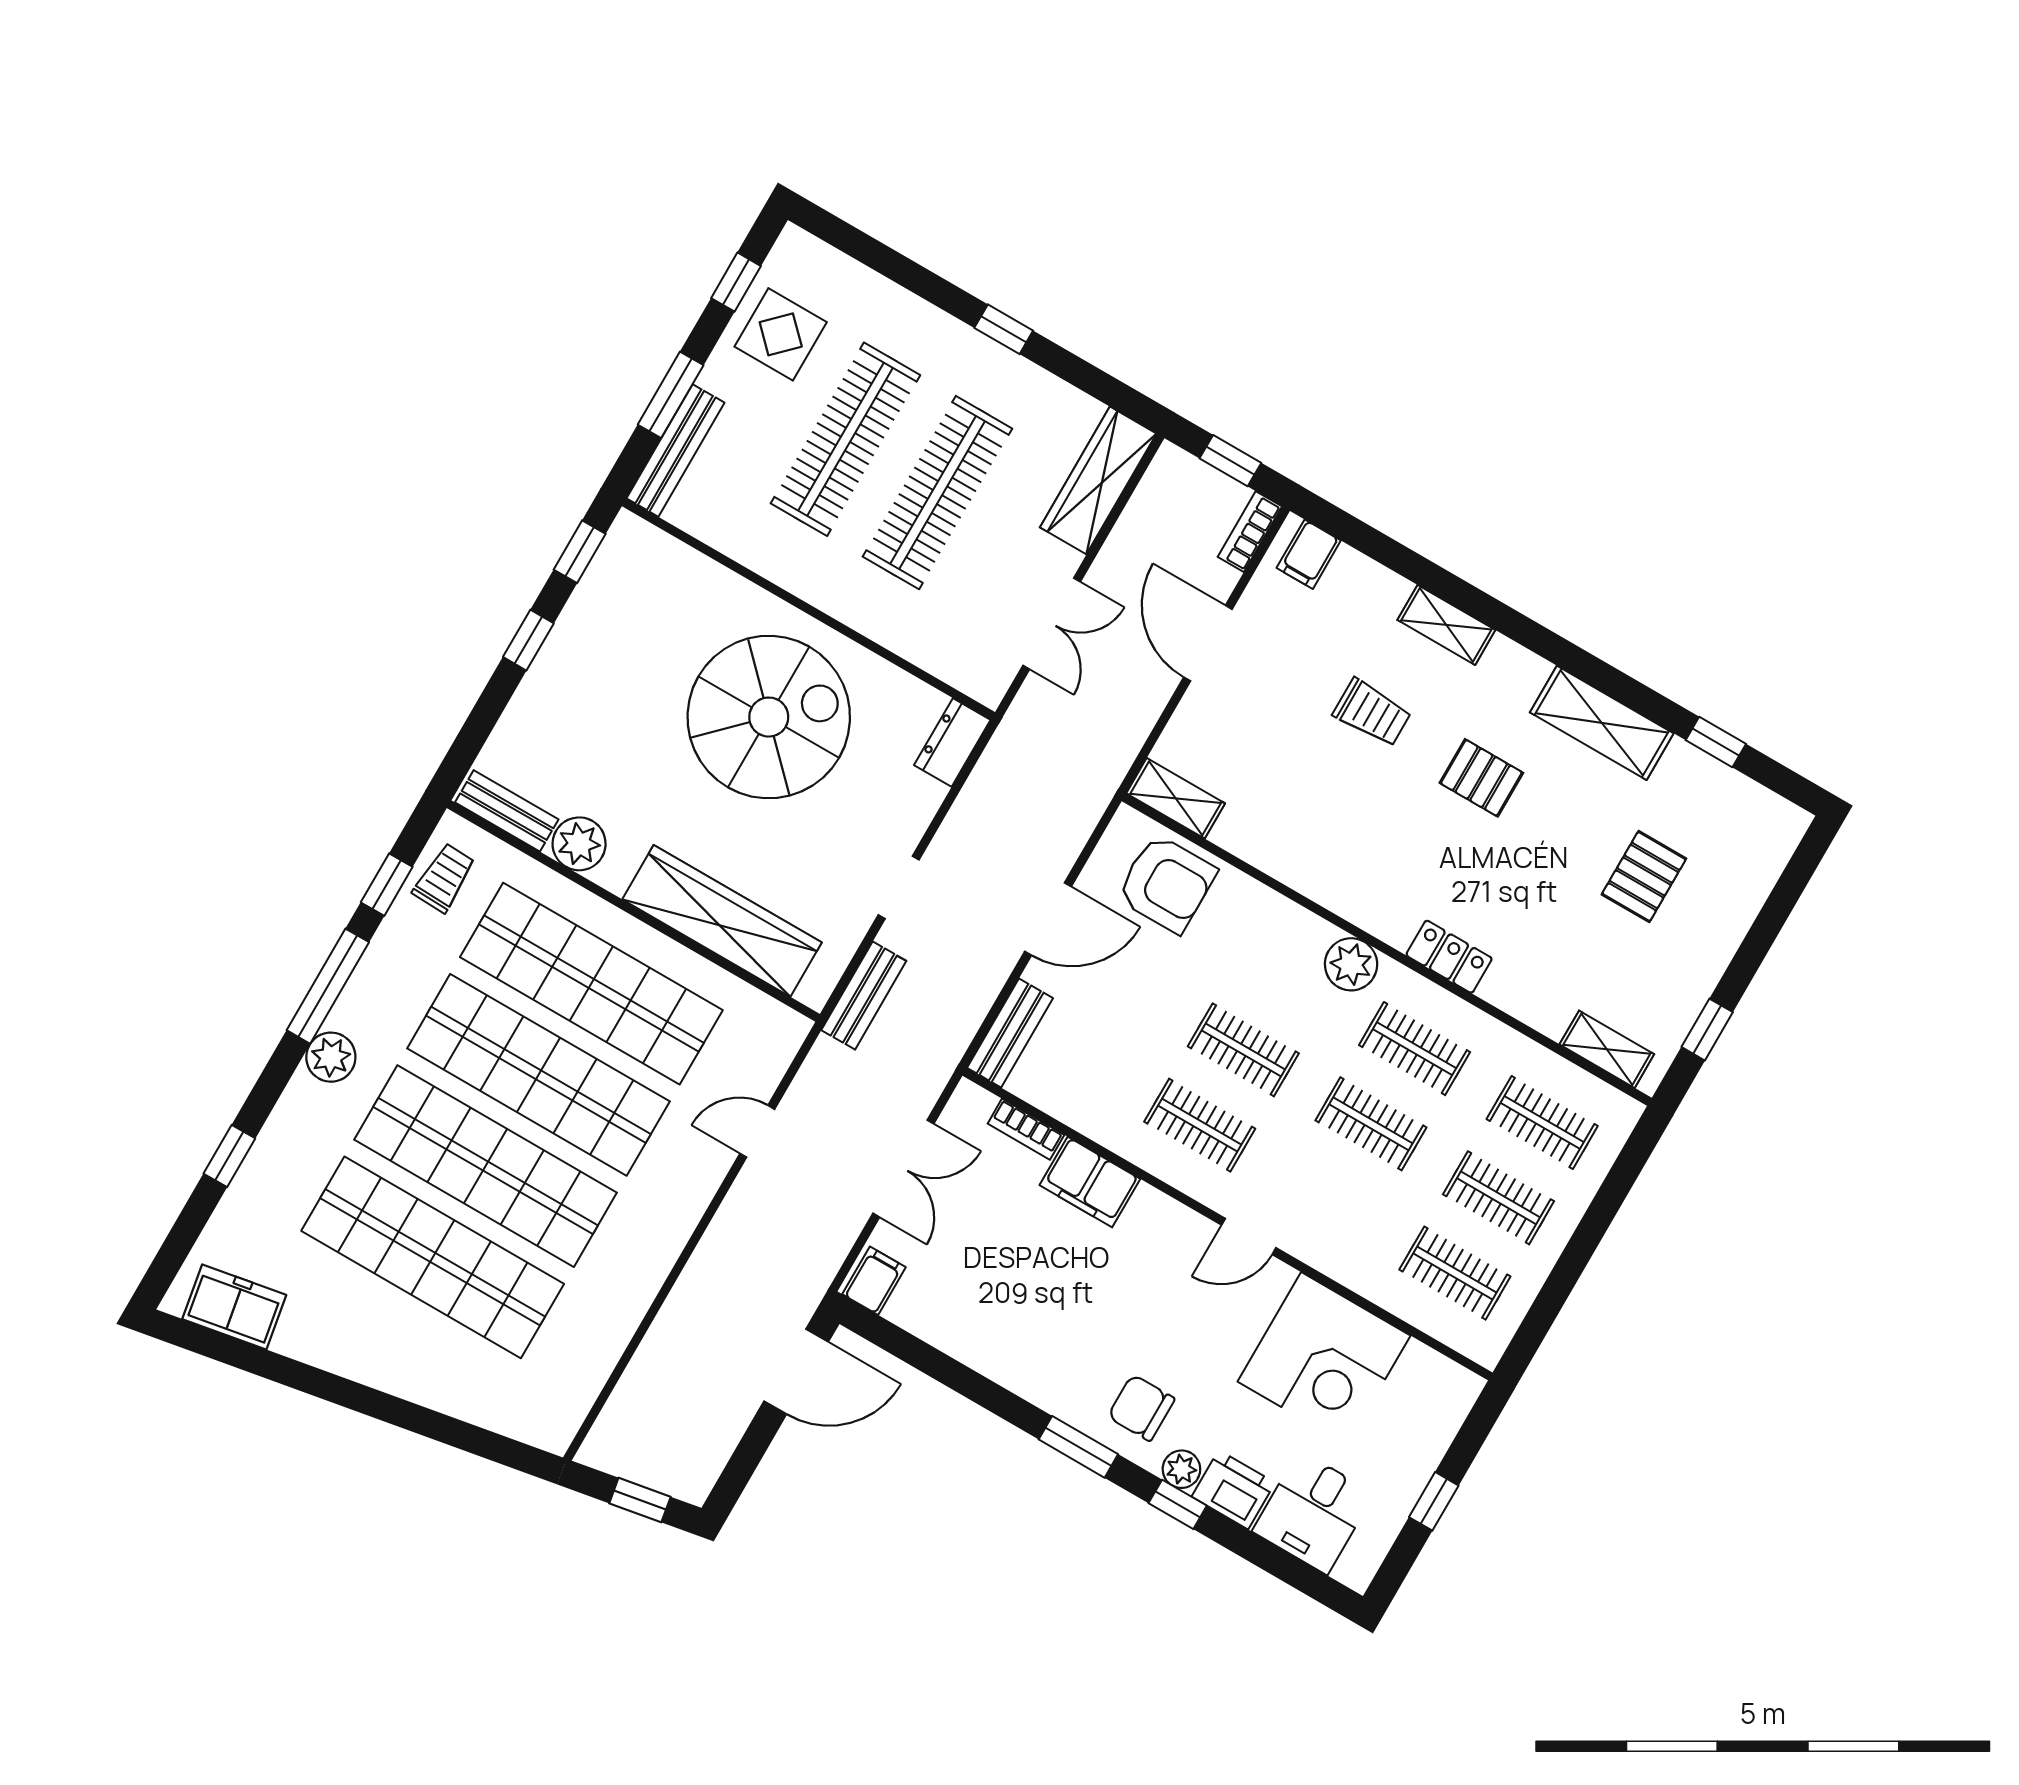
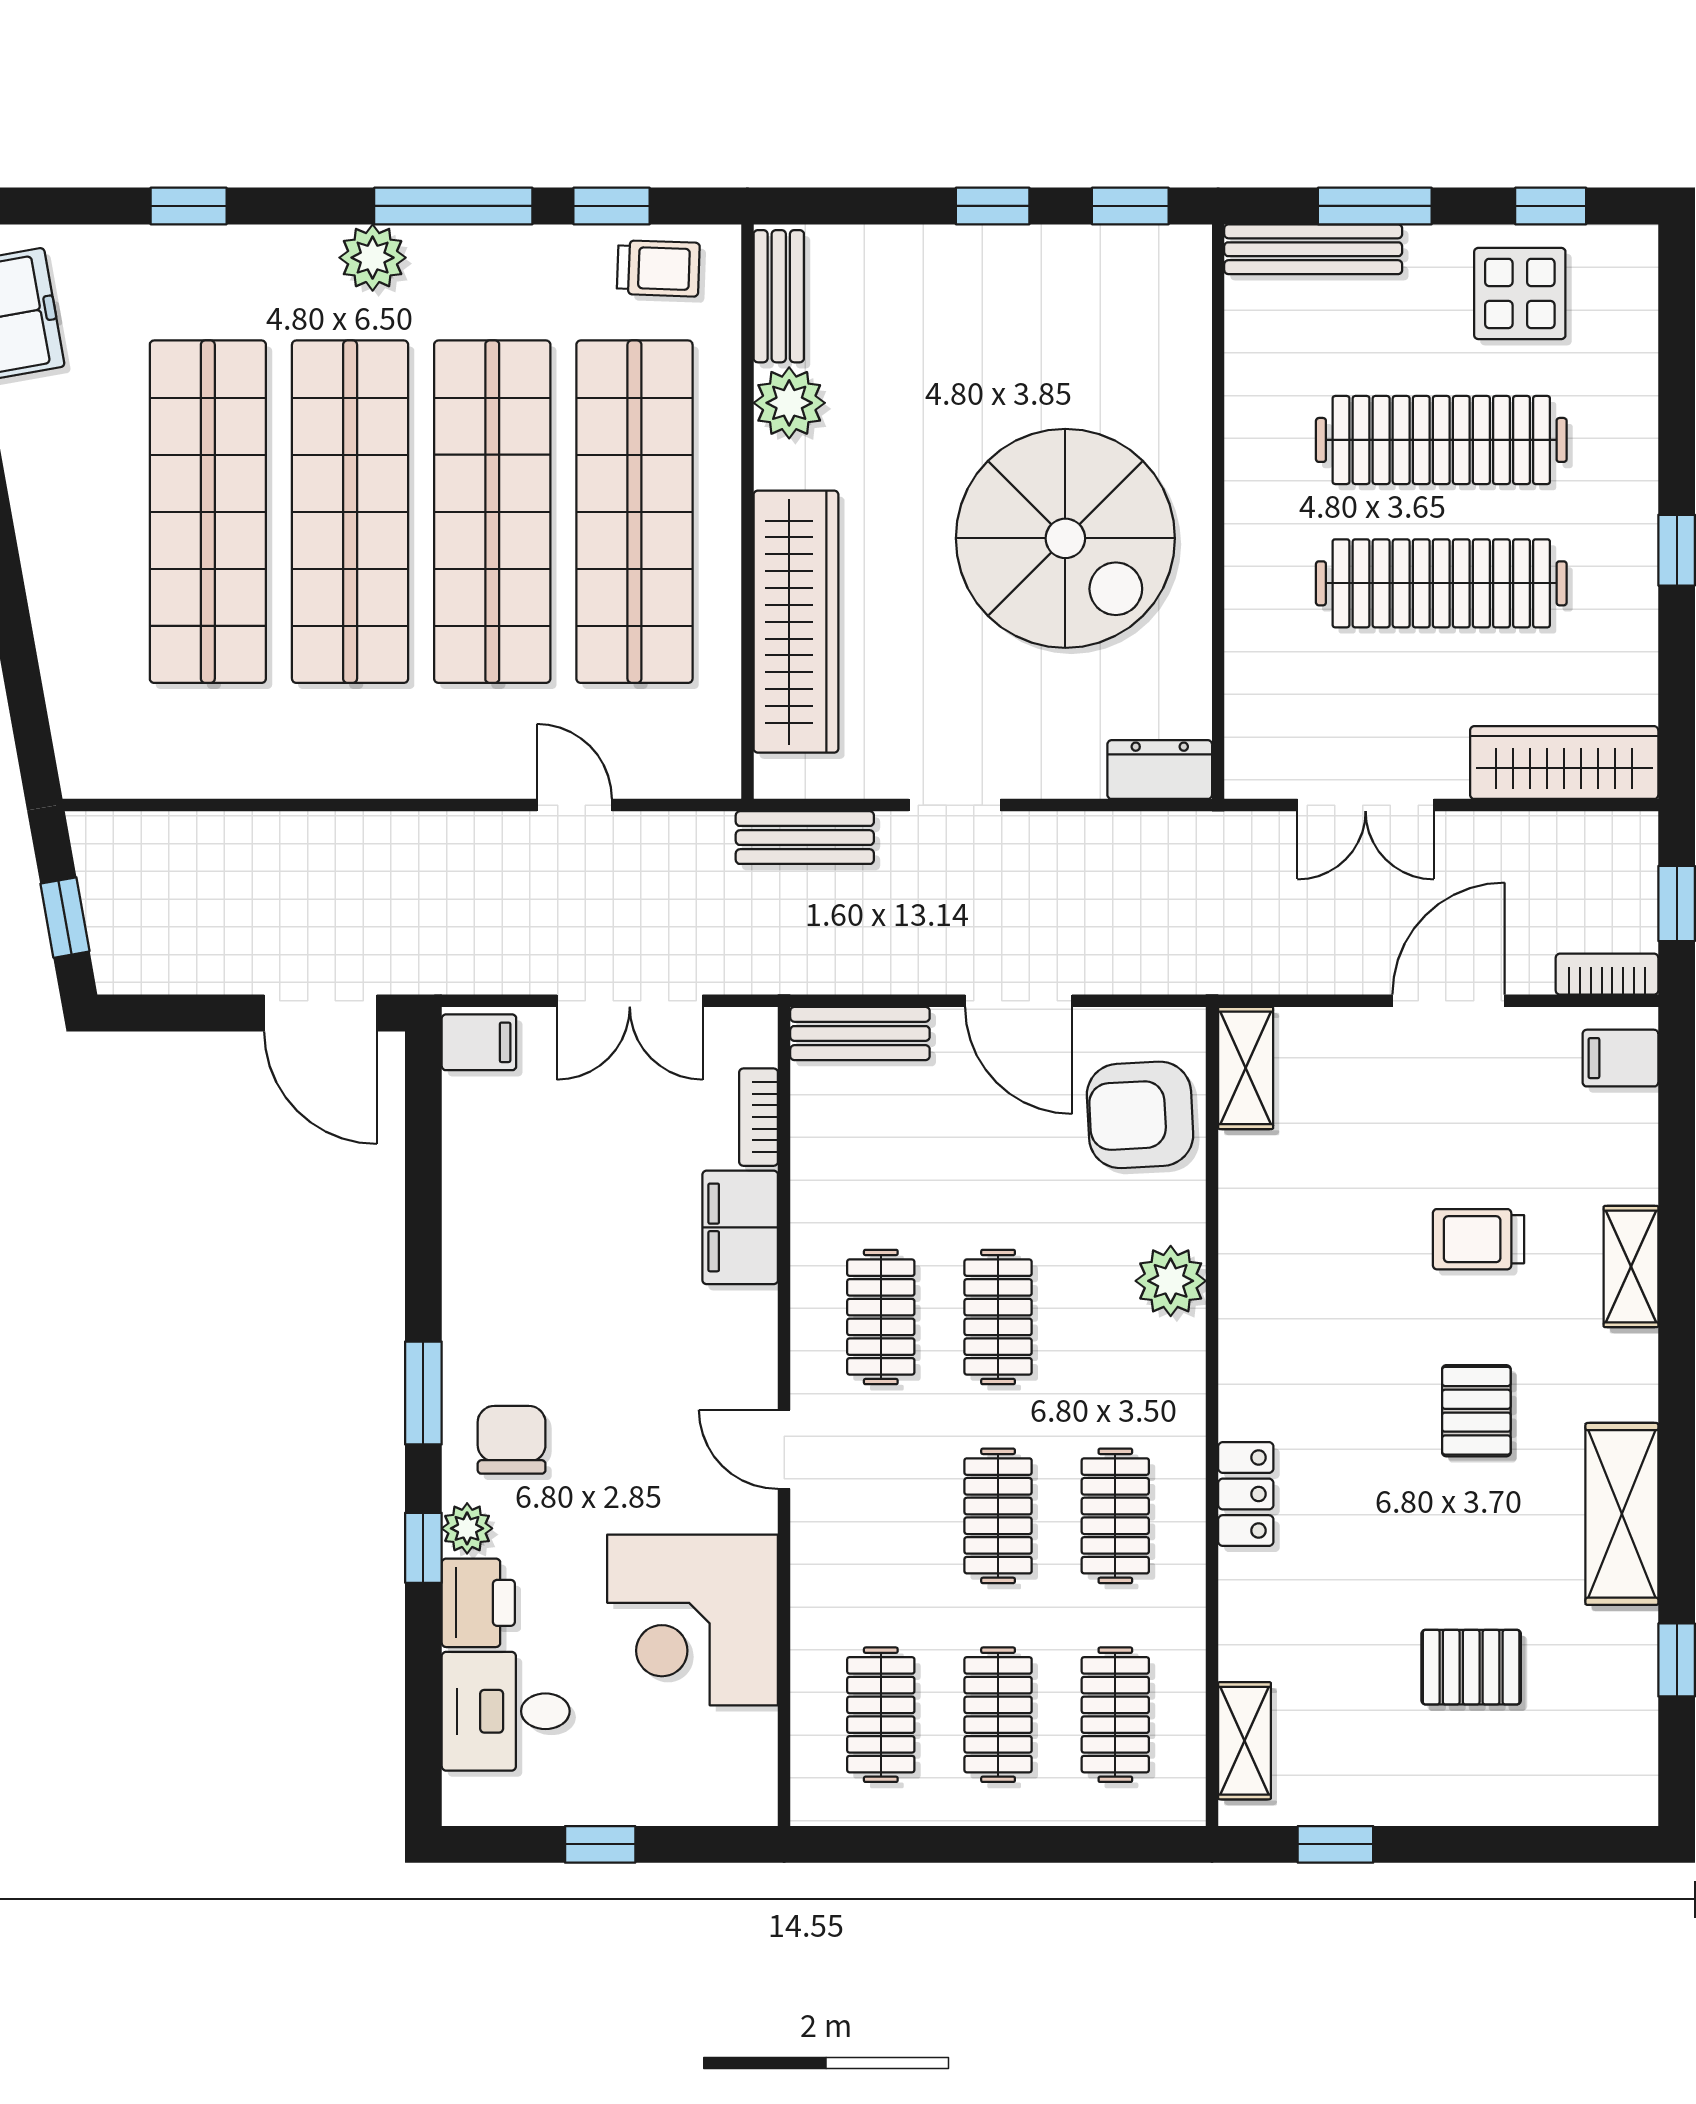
trolley: (1372, 713) -> (1478, 1239), turned 90
armchair: (1166, 884) -> (1140, 1115), turned 87
plant: (1351, 964) -> (1171, 1281), moved

